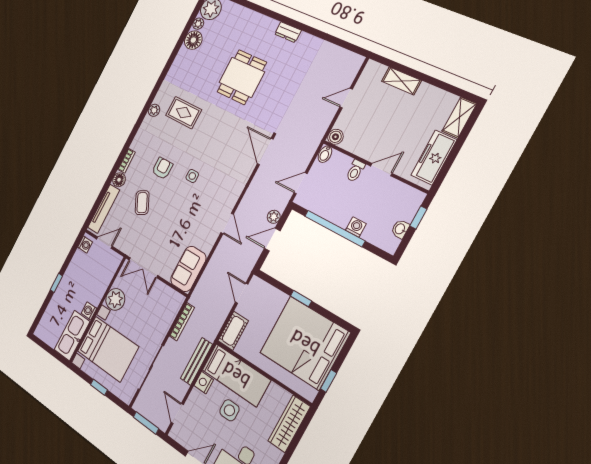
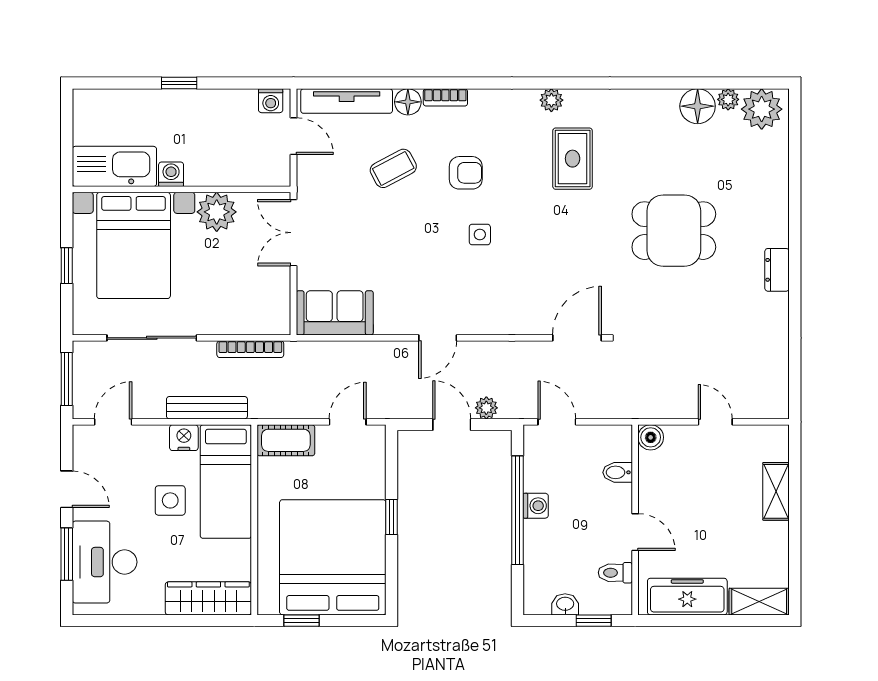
bidet: (325, 154) -> (618, 472), moved
toilet: (355, 171) -> (615, 573), moved
washing machine: (356, 227) -> (536, 506), moved

